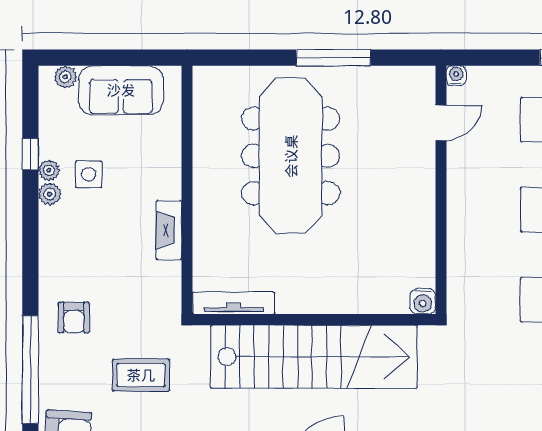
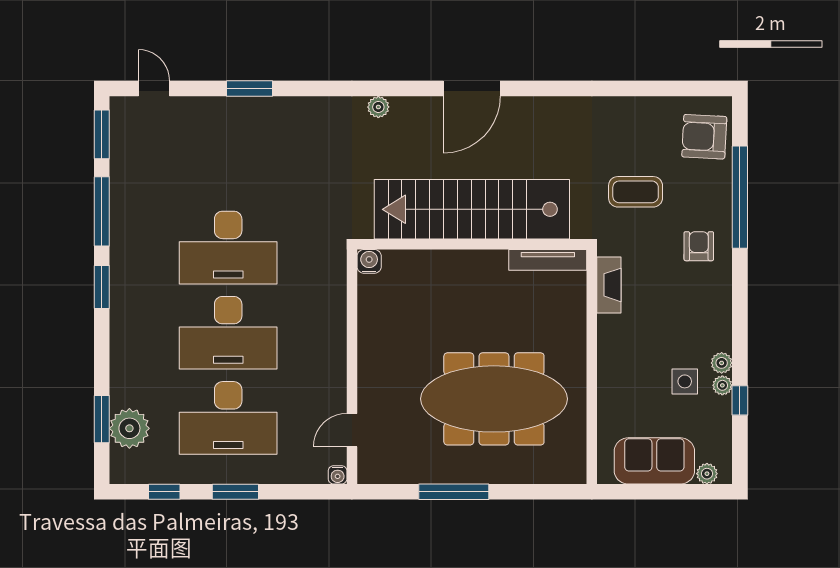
meeting table: (291, 156) -> (494, 399), turned 90
fireplace: (169, 230) -> (609, 285), moved

